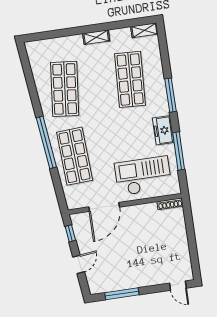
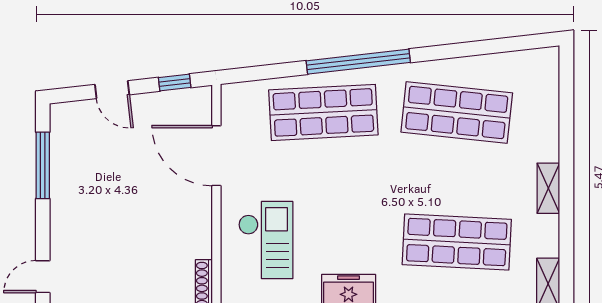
checkout: (143, 176) -> (266, 240), width x0.73, depth x0.83

